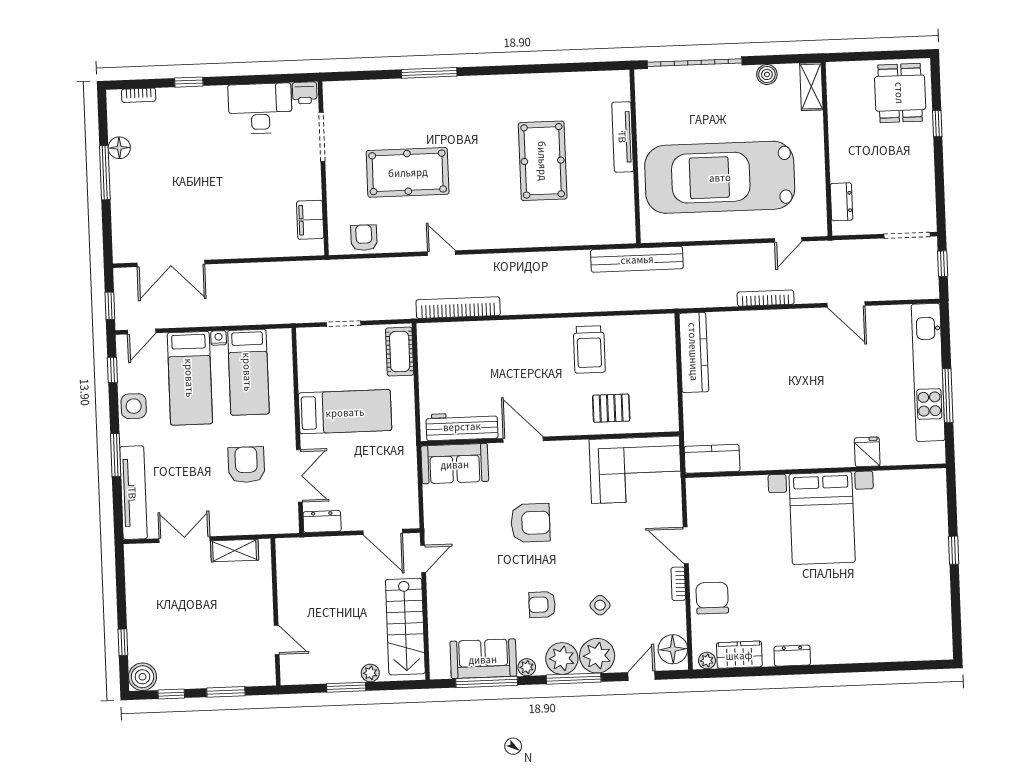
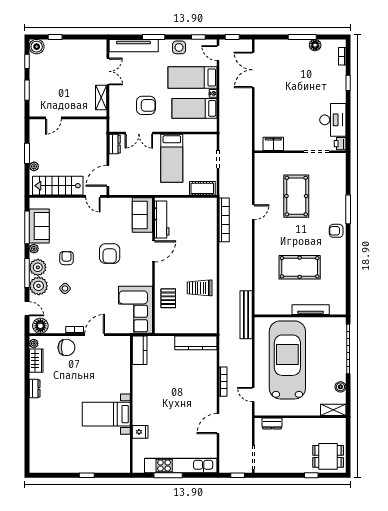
armchair: (364, 238) -> (336, 231), moved, turned 180
bed with nightstands: (822, 518) -> (106, 414), width x0.73

